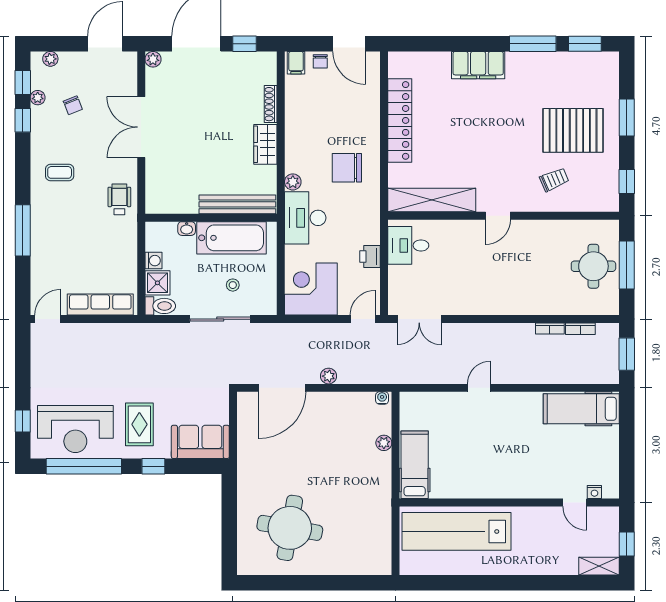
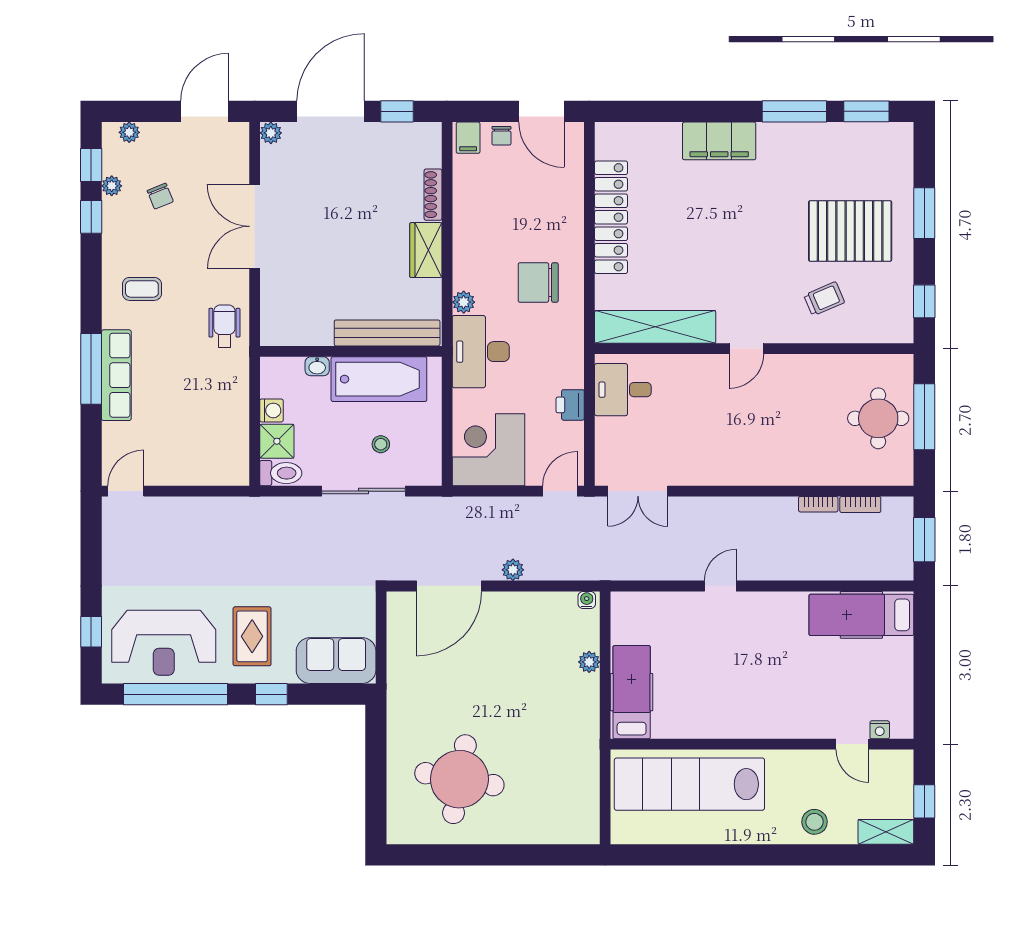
row of seats: (100, 305) -> (116, 375), moved, turned 90
stool: (547, 559) -> (814, 822), added

